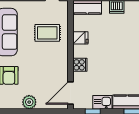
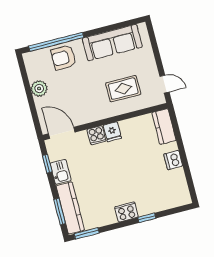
rug: (47, 33) -> (123, 89), turned 90
fridge: (80, 38) -> (112, 132), moved

